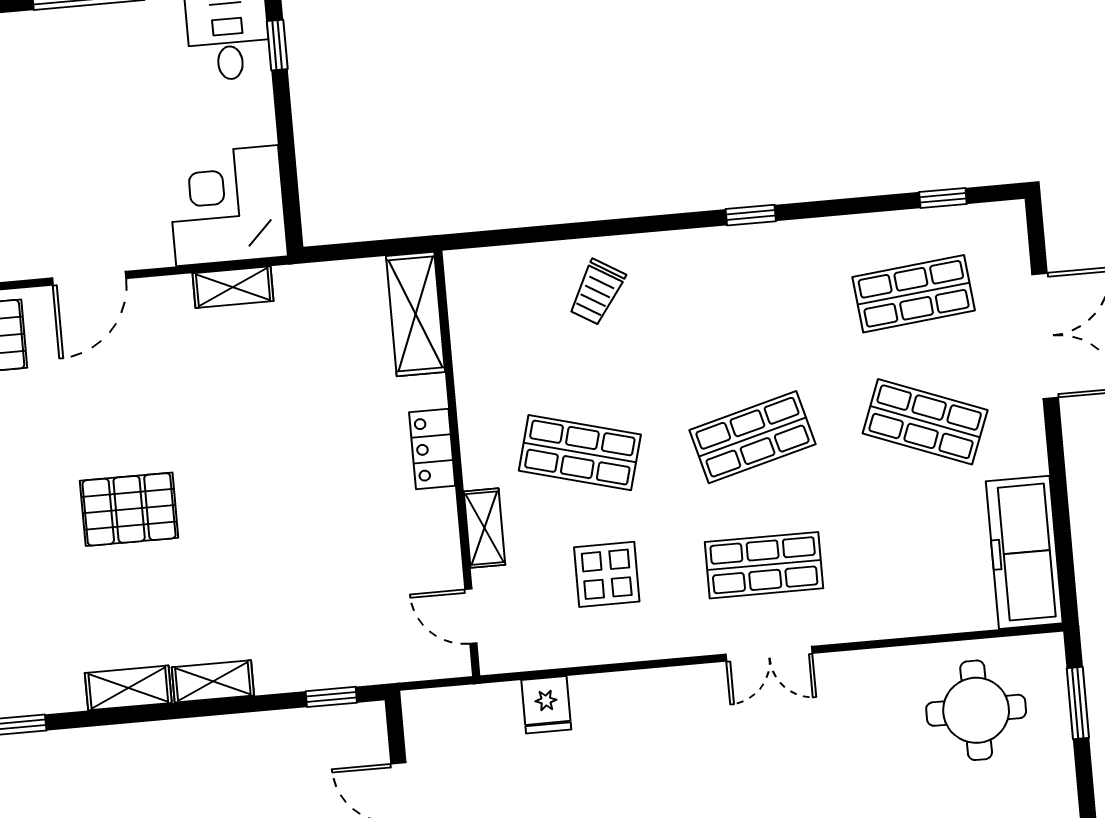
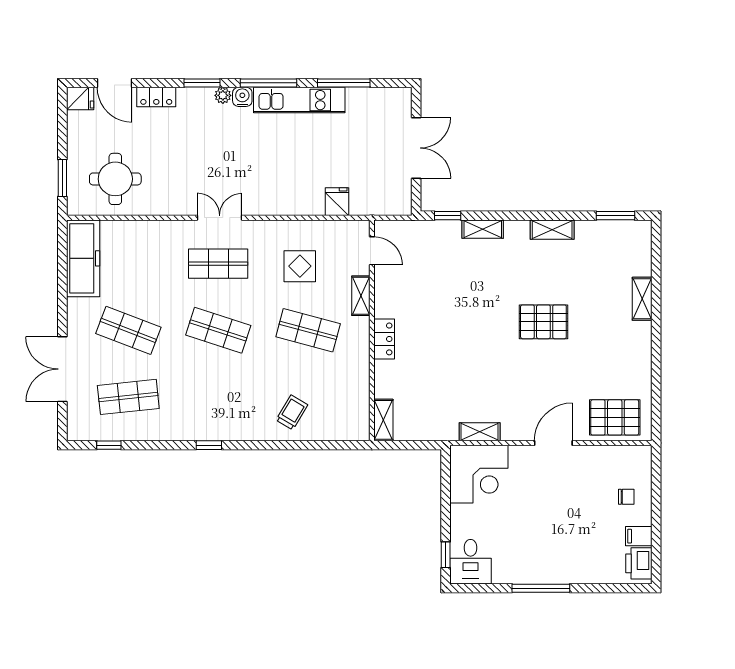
shelving: (416, 314) -> (383, 420), width x0.67, depth x0.75
shop shelf: (752, 437) -> (218, 330), turned 33
shelving: (213, 681) -> (483, 229), moved

